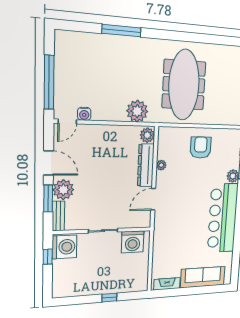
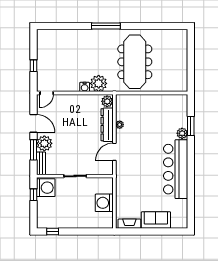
window: (122, 31) -> (106, 26), moved
window: (49, 82) -> (34, 66), width x0.32
water cooler: (84, 114) -> (85, 87), moved
armchair: (201, 147) -> (152, 110), removed
washing machine: (133, 242) -> (104, 203), moved, turned 90
sofa: (203, 277) -> (156, 220), width x0.73
window: (109, 298) -> (53, 232), moved

